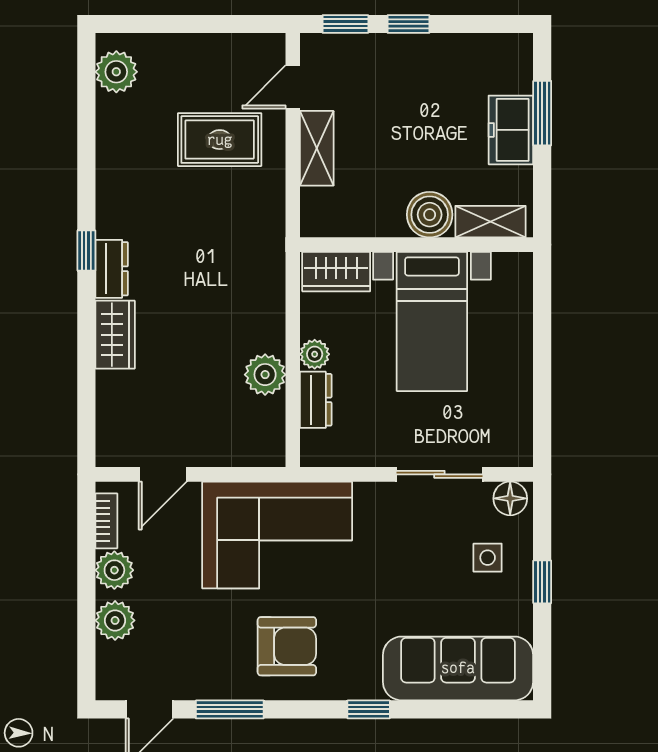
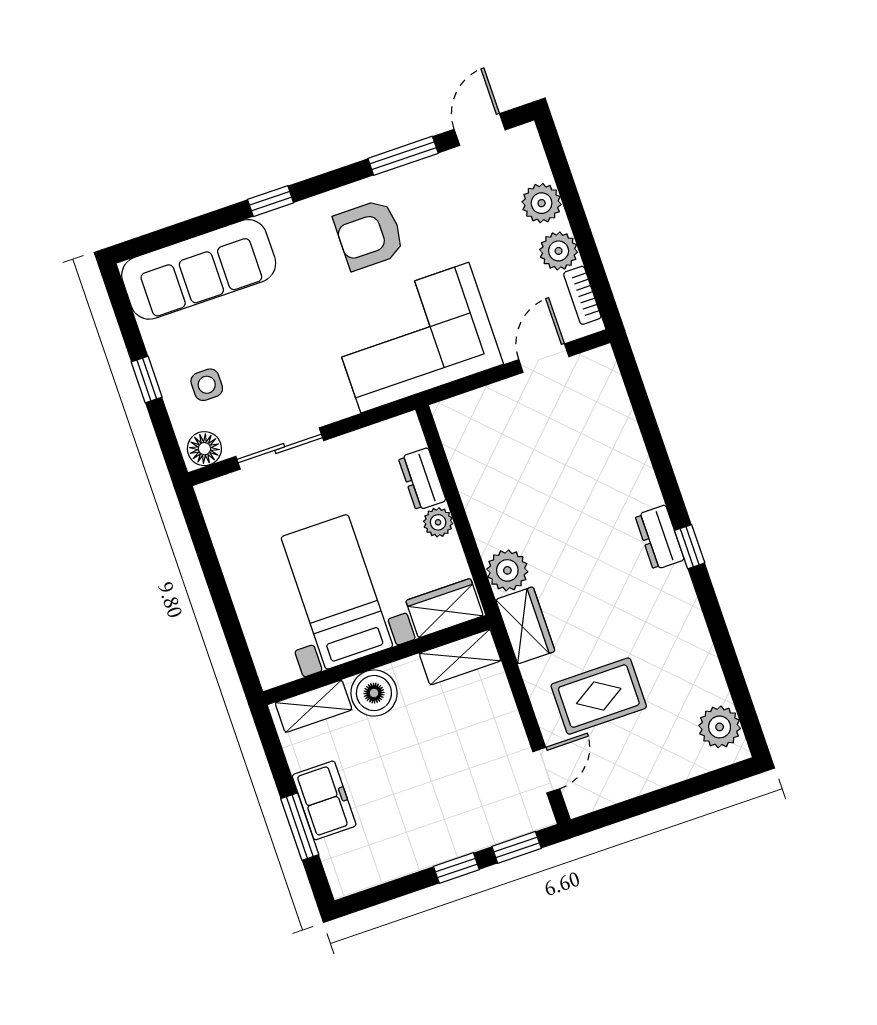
shelving: (317, 148) -> (460, 657), moved, turned 90
wardrobe: (115, 335) -> (525, 625), moved, turned 180
plant: (265, 375) -> (507, 570), moved

